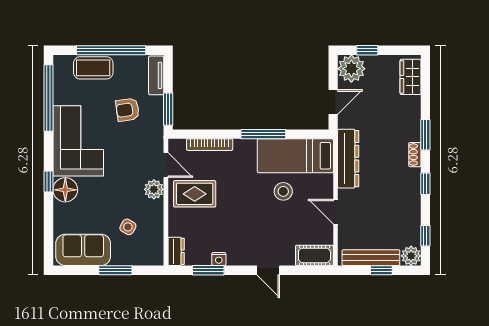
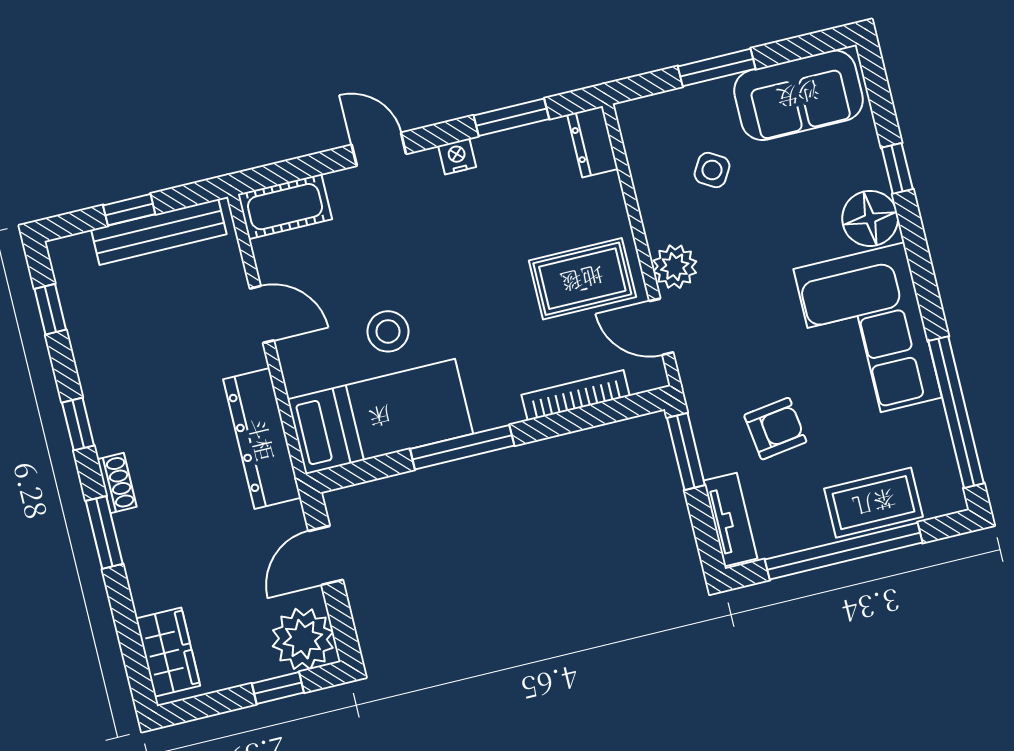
window: (49, 182) -> (897, 168), moved
plant: (411, 256) -> (71, 257), removed
nightstand: (219, 259) -> (457, 156), moved

